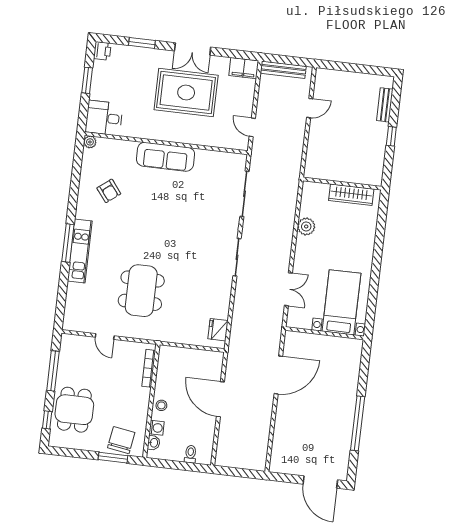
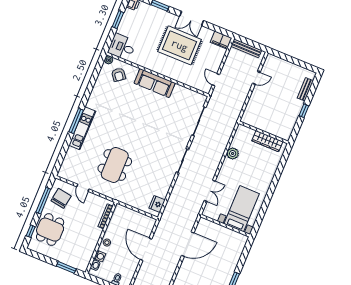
armchair: (109, 191) -> (118, 75), moved
chair: (121, 440) -> (61, 198), moved

